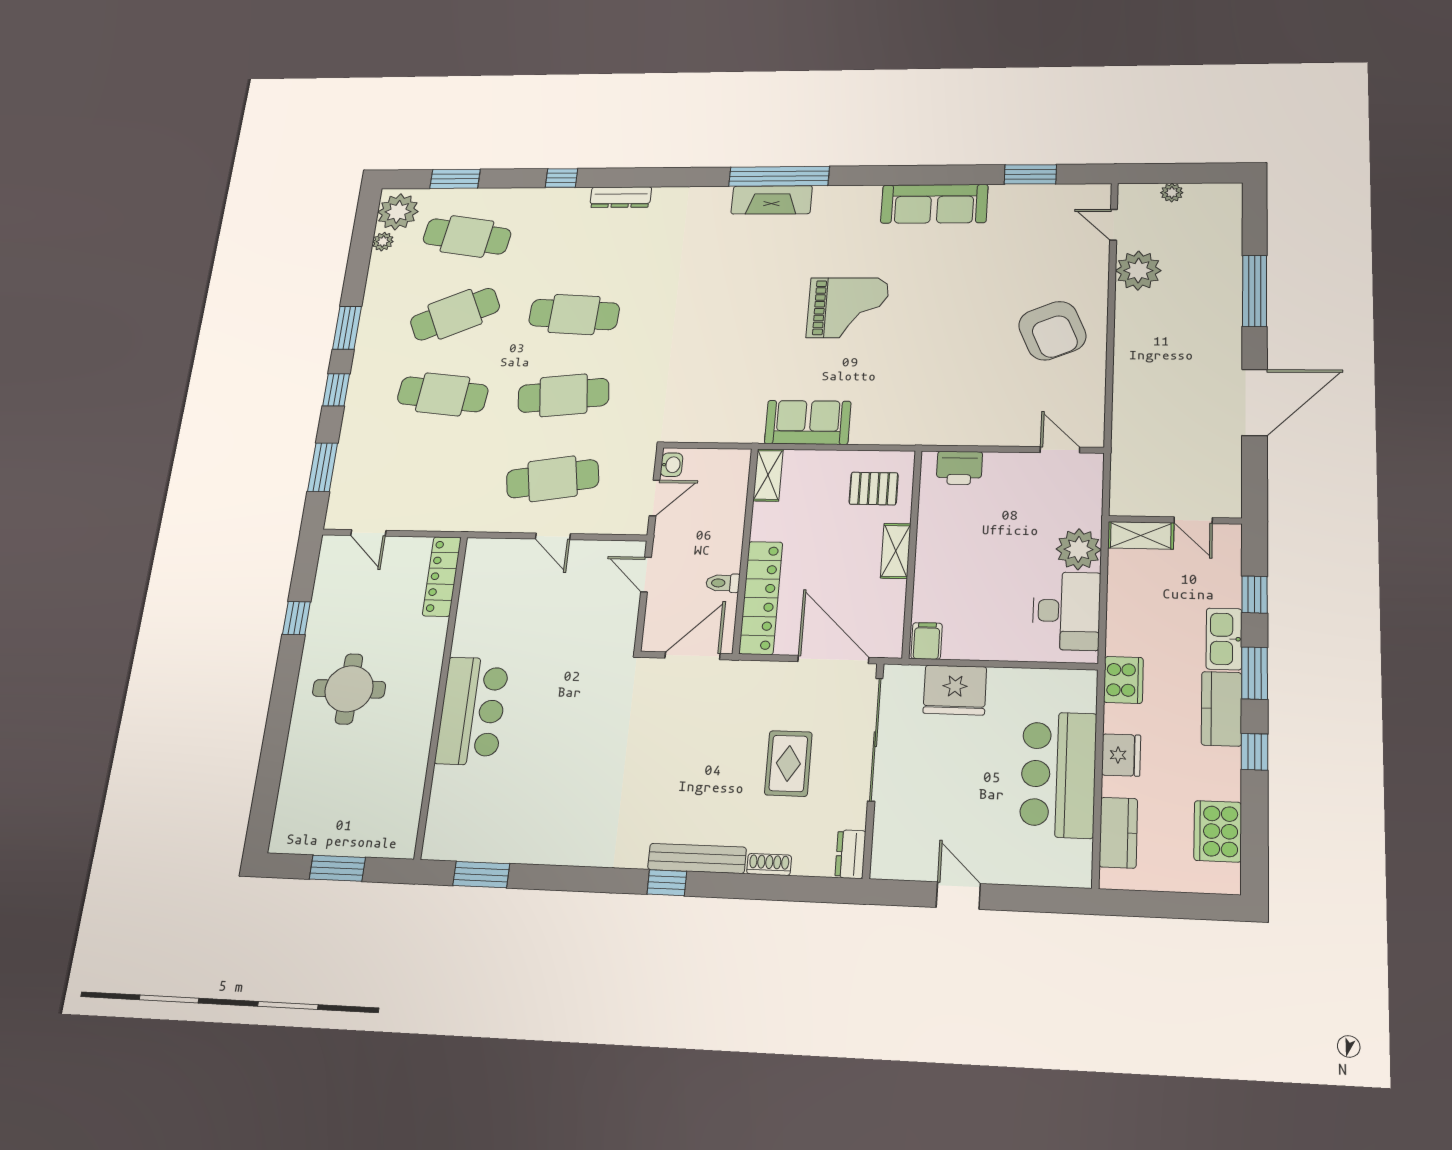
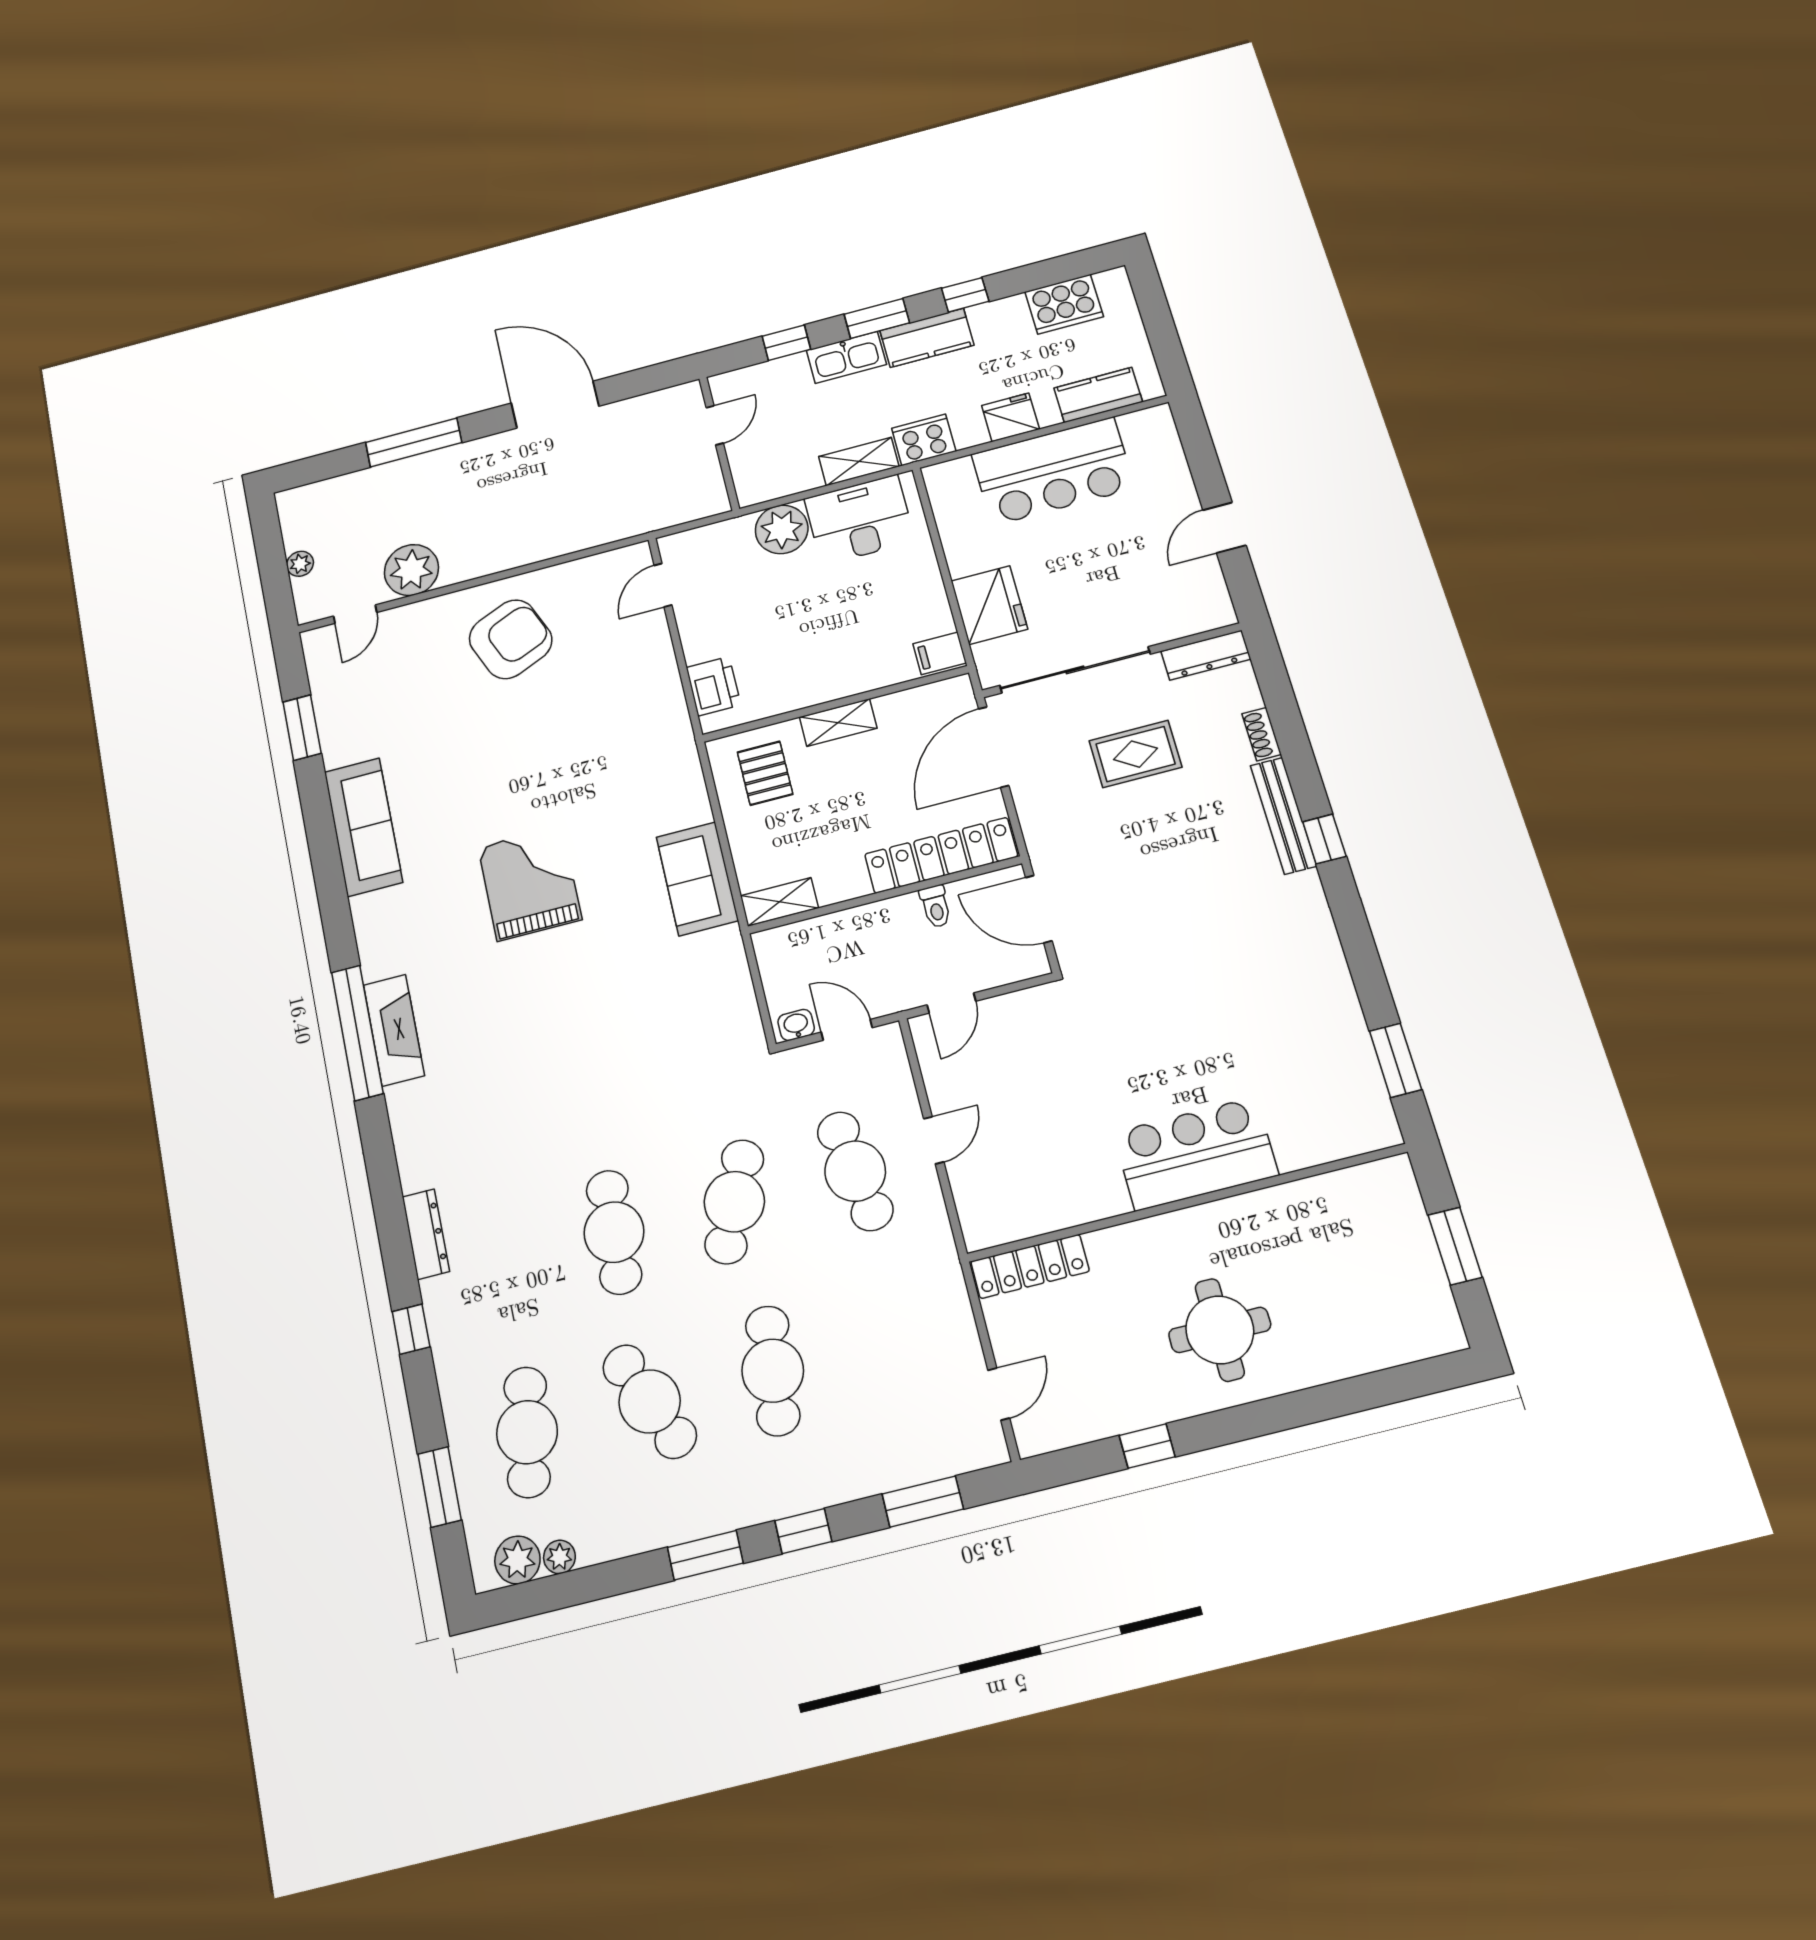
plant: (398, 212) -> (517, 1560), width x0.73, depth x0.73
cafe table: (564, 395) -> (734, 1202), turned 30
shelving: (1141, 535) -> (859, 461), moved, turned 90
dresser: (850, 854) -> (1206, 655), width x1.44

